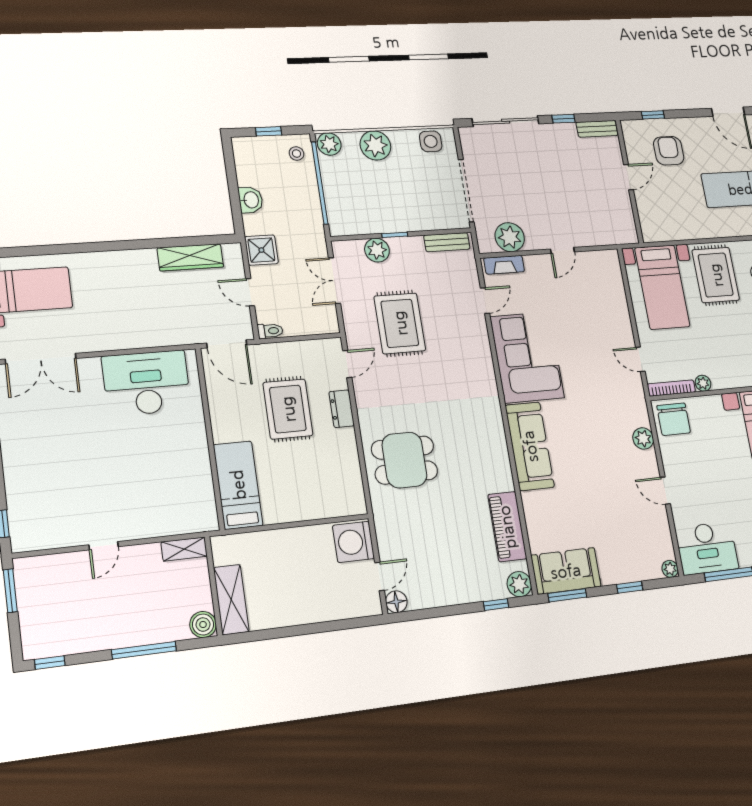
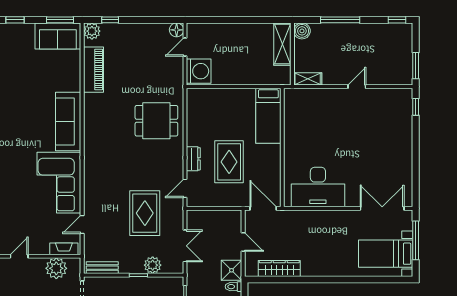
toilet: (270, 331) -> (233, 287), moved

